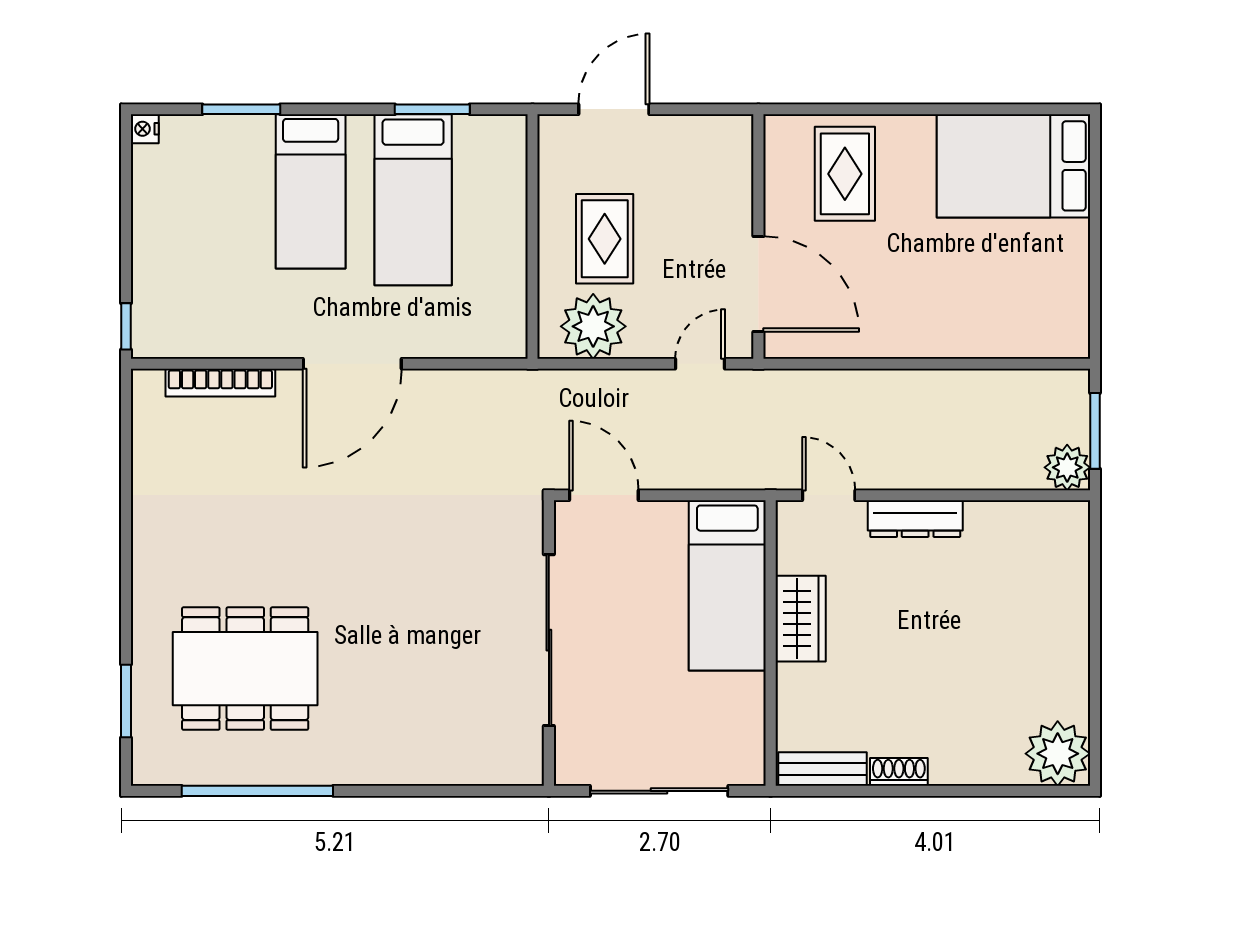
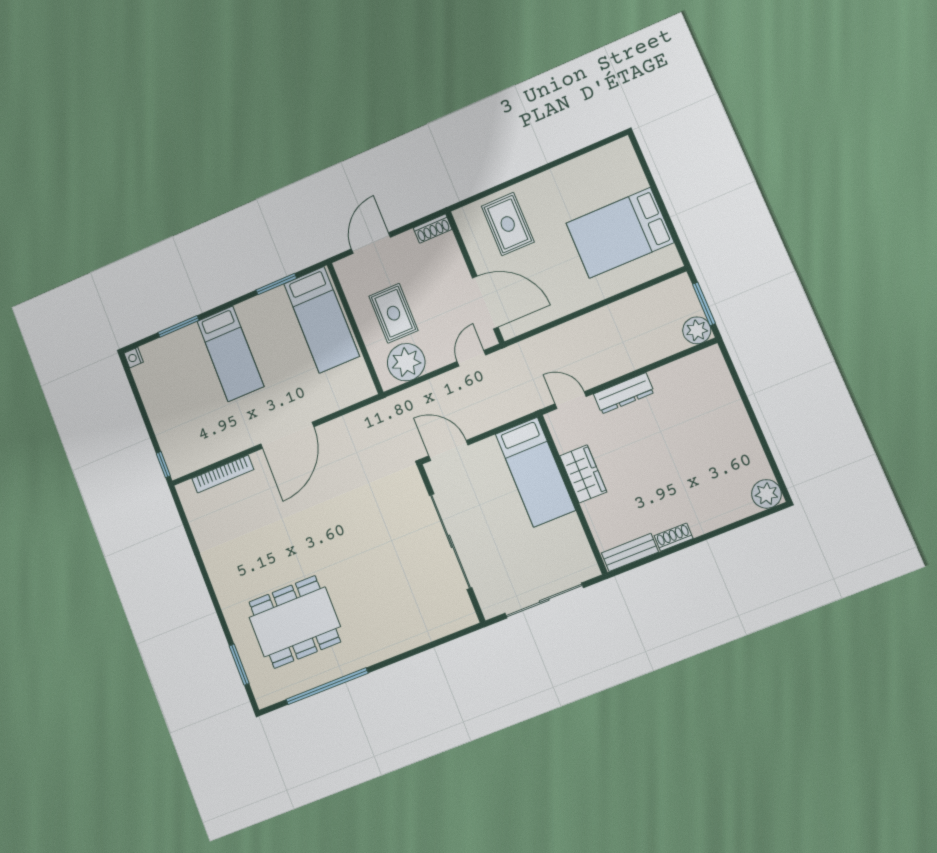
shoe rack: (723, 129) -> (433, 229), added
bed: (1013, 166) -> (620, 233), moved
bed: (413, 200) -> (322, 320), moved
plant: (1058, 754) -> (766, 494), width x0.73, depth x0.73

